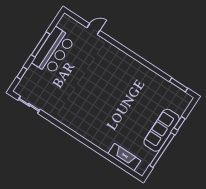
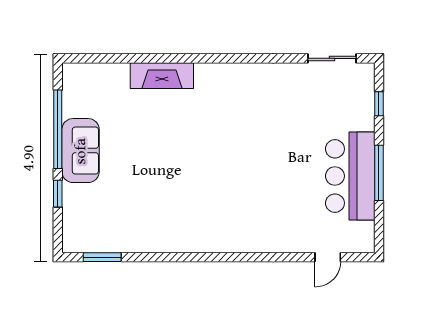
door: (93, 29) -> (328, 257), moved
sofa: (162, 130) -> (81, 151), width x0.73
fireplace: (124, 157) -> (162, 76), moved

